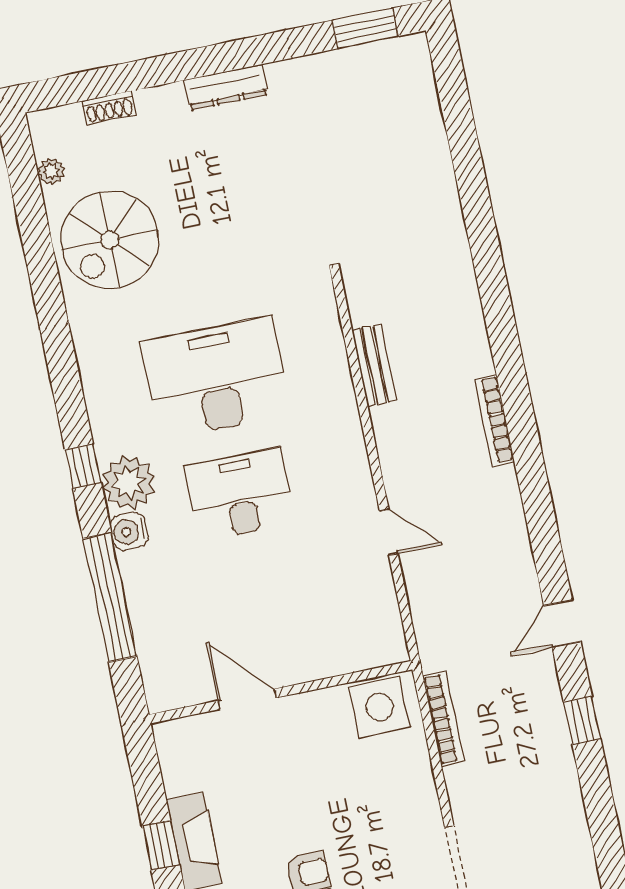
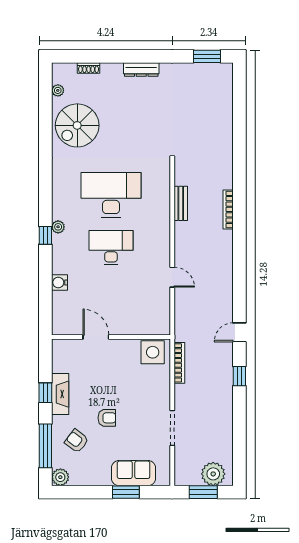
bookcase: (495, 420) -> (228, 209), moved
window: (83, 466) -> (45, 235), moved
plant: (129, 483) -> (58, 227), width x0.53, depth x0.53
water cooler: (129, 531) -> (60, 283), moved
window: (110, 597) -> (45, 281), removed

